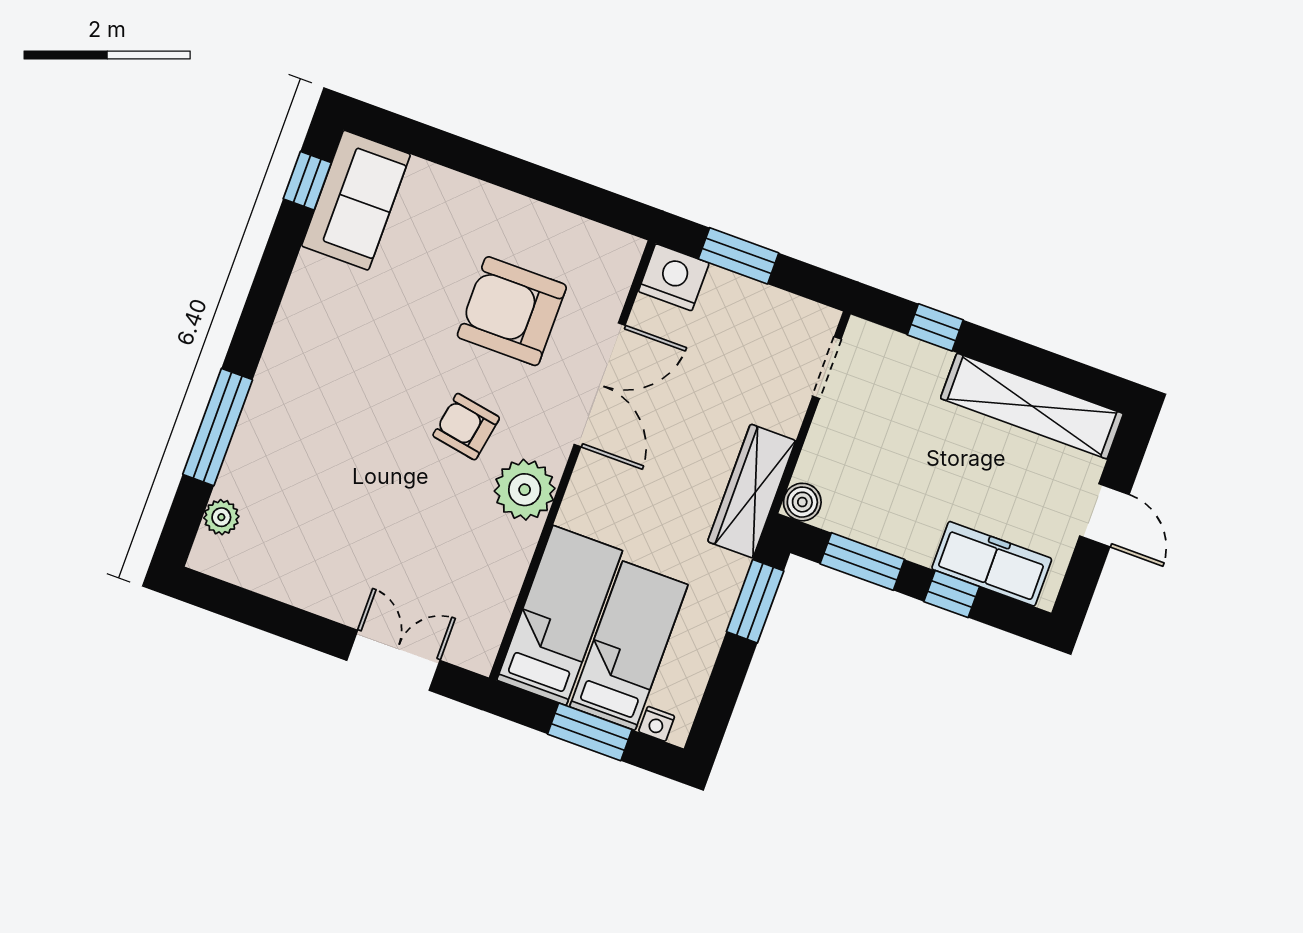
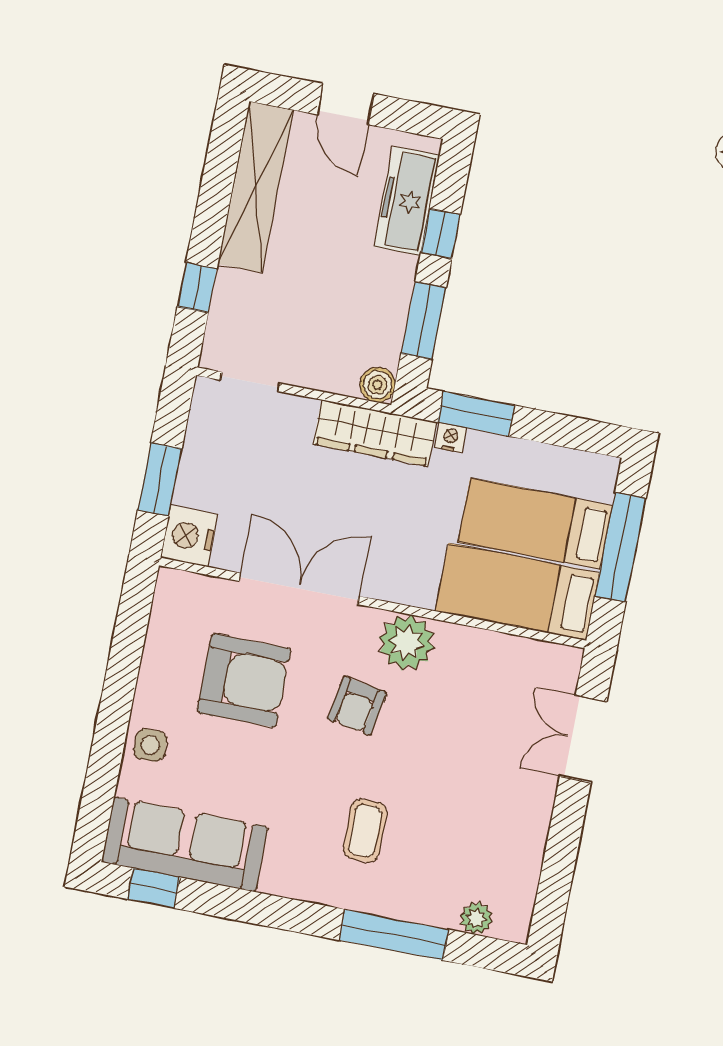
sofa: (356, 200) -> (185, 844), width x1.36
side table: (459, 201) -> (150, 745), added
armchair: (512, 311) -> (244, 680), turned -90
coffee table: (333, 414) -> (365, 831), added
door: (1104, 515) -> (346, 104), swing flipped
nightstand: (657, 724) -> (451, 438), moved, turned -90
window: (590, 732) -> (620, 547), width x1.44

